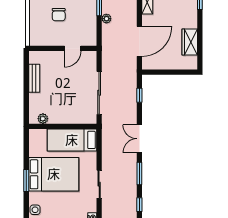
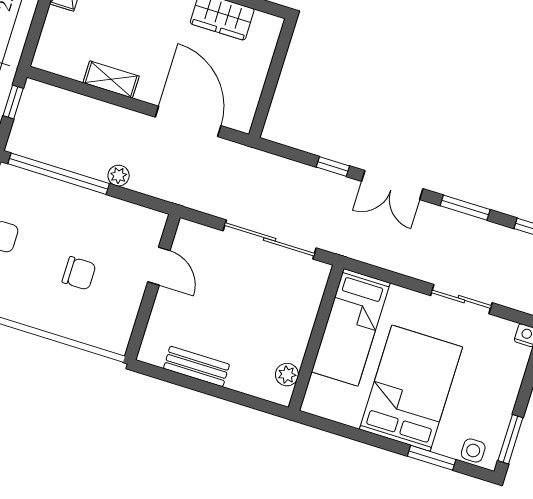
window: (139, 95) -> (333, 166), moved
window: (26, 180) -> (432, 458), moved

